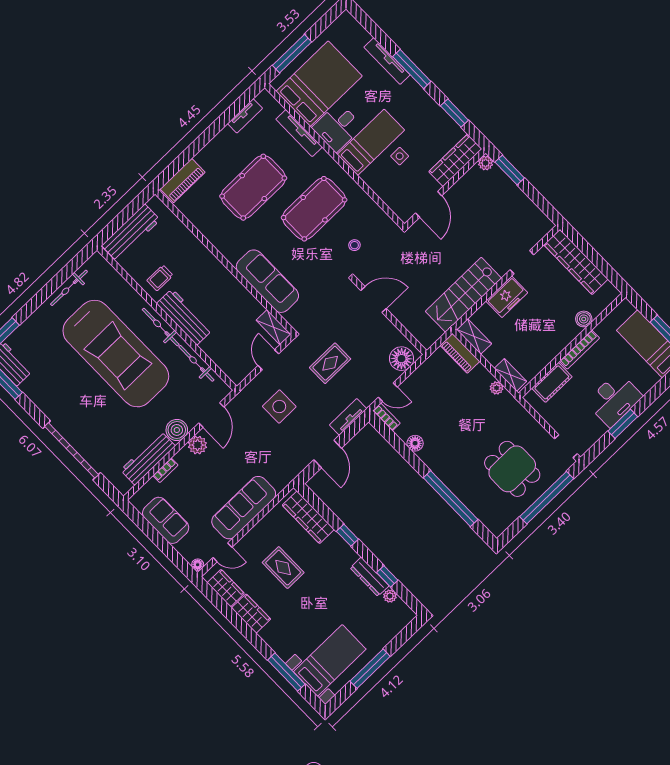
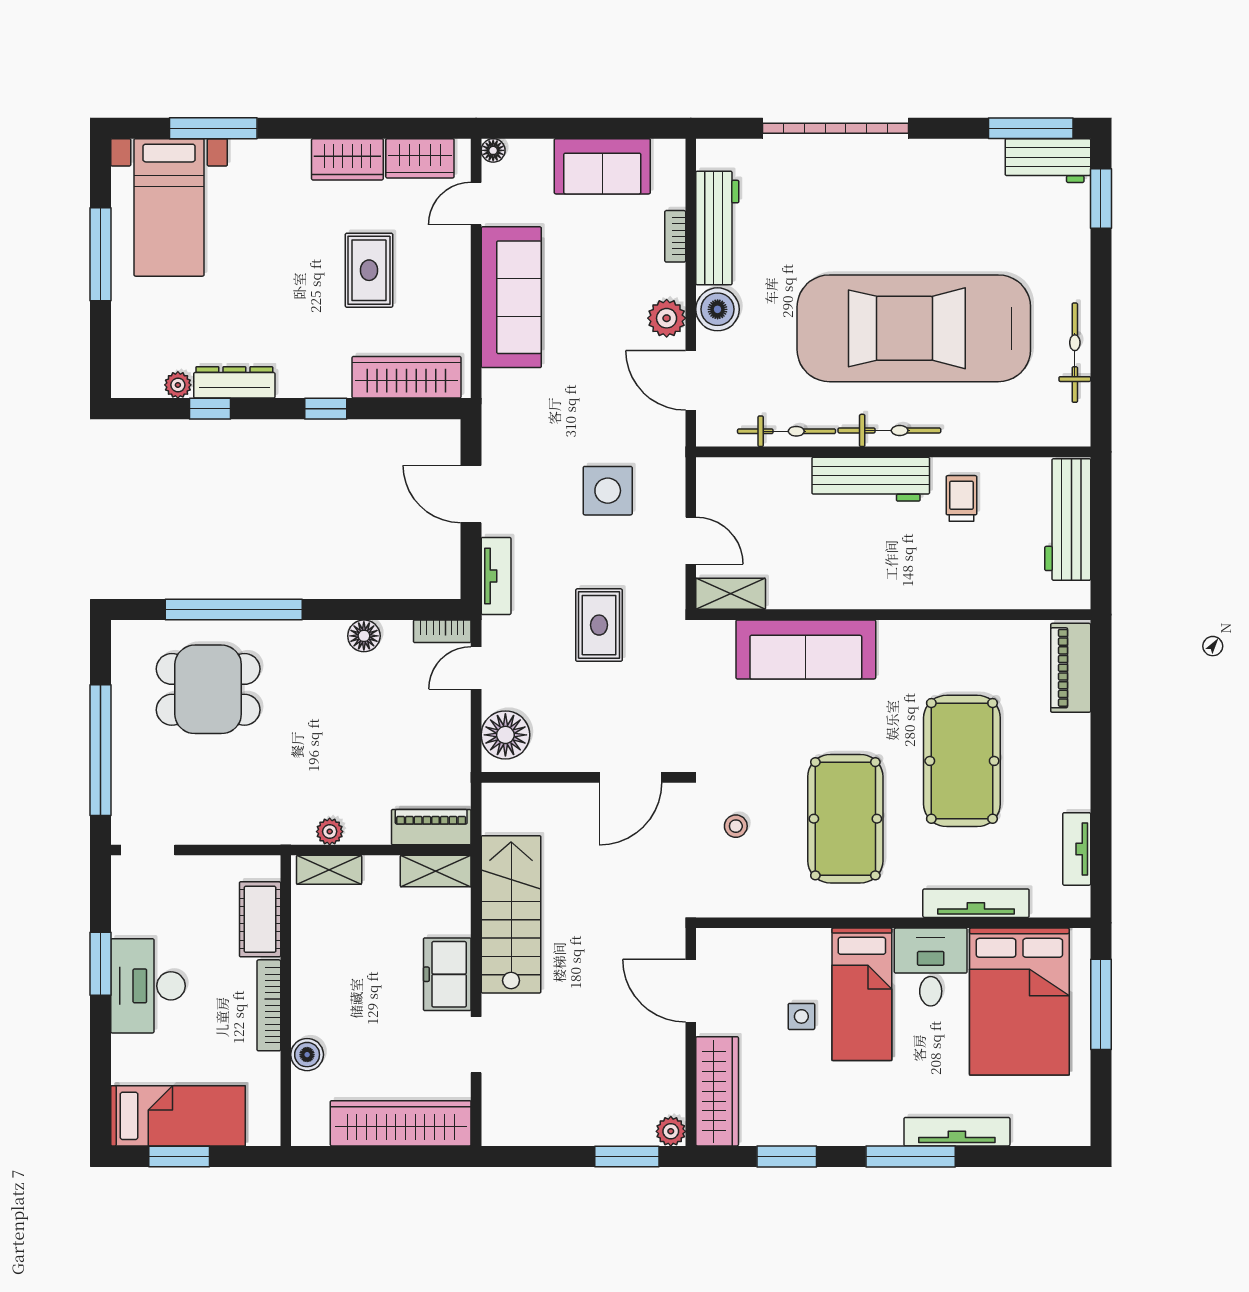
dining table: (512, 469) -> (208, 689), moved
rug: (283, 568) -> (369, 270), turned 90

